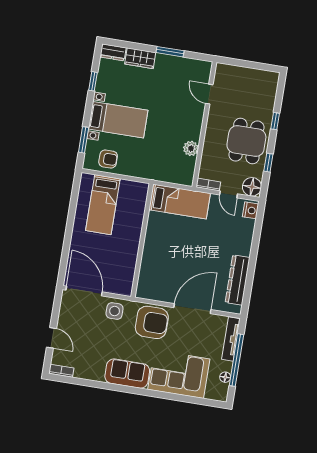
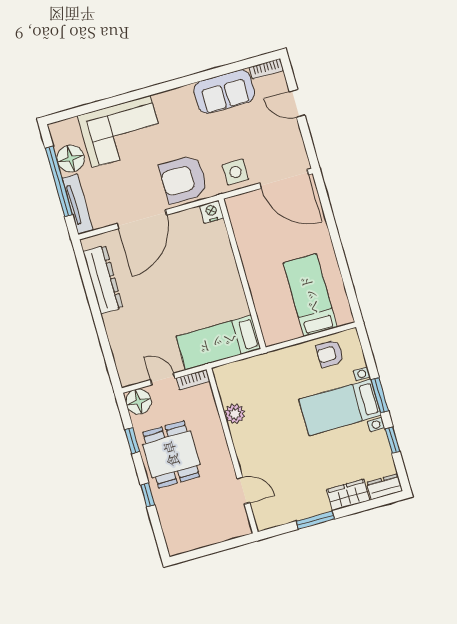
window: (84, 140) -> (380, 395), moved
nightstand: (251, 210) -> (211, 212), moved, turned 90
sofa: (127, 374) -> (224, 92), moved
floor lamp: (225, 377) -> (71, 159), width x1.89, depth x1.89

